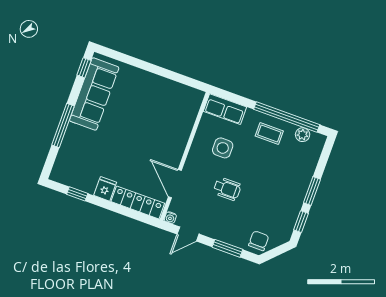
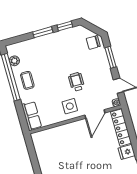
side table: (223, 148) -> (70, 106), moved

